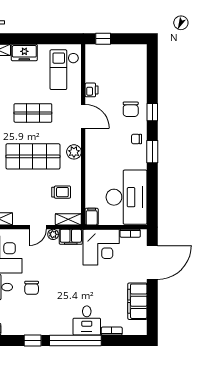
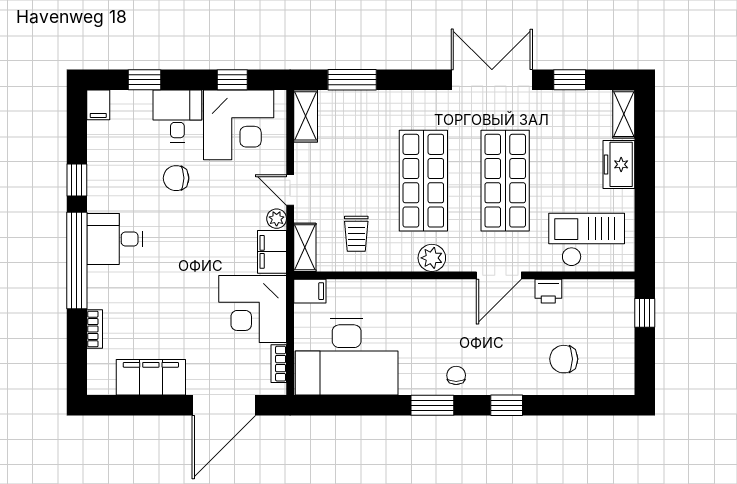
chair: (131, 109) -> (564, 359), moved
shop shelf: (33, 113) -> (505, 181), width x1.43, depth x1.36
door: (152, 262) -> (224, 405), hinge flipped
desk: (87, 320) -> (115, 239), moved

